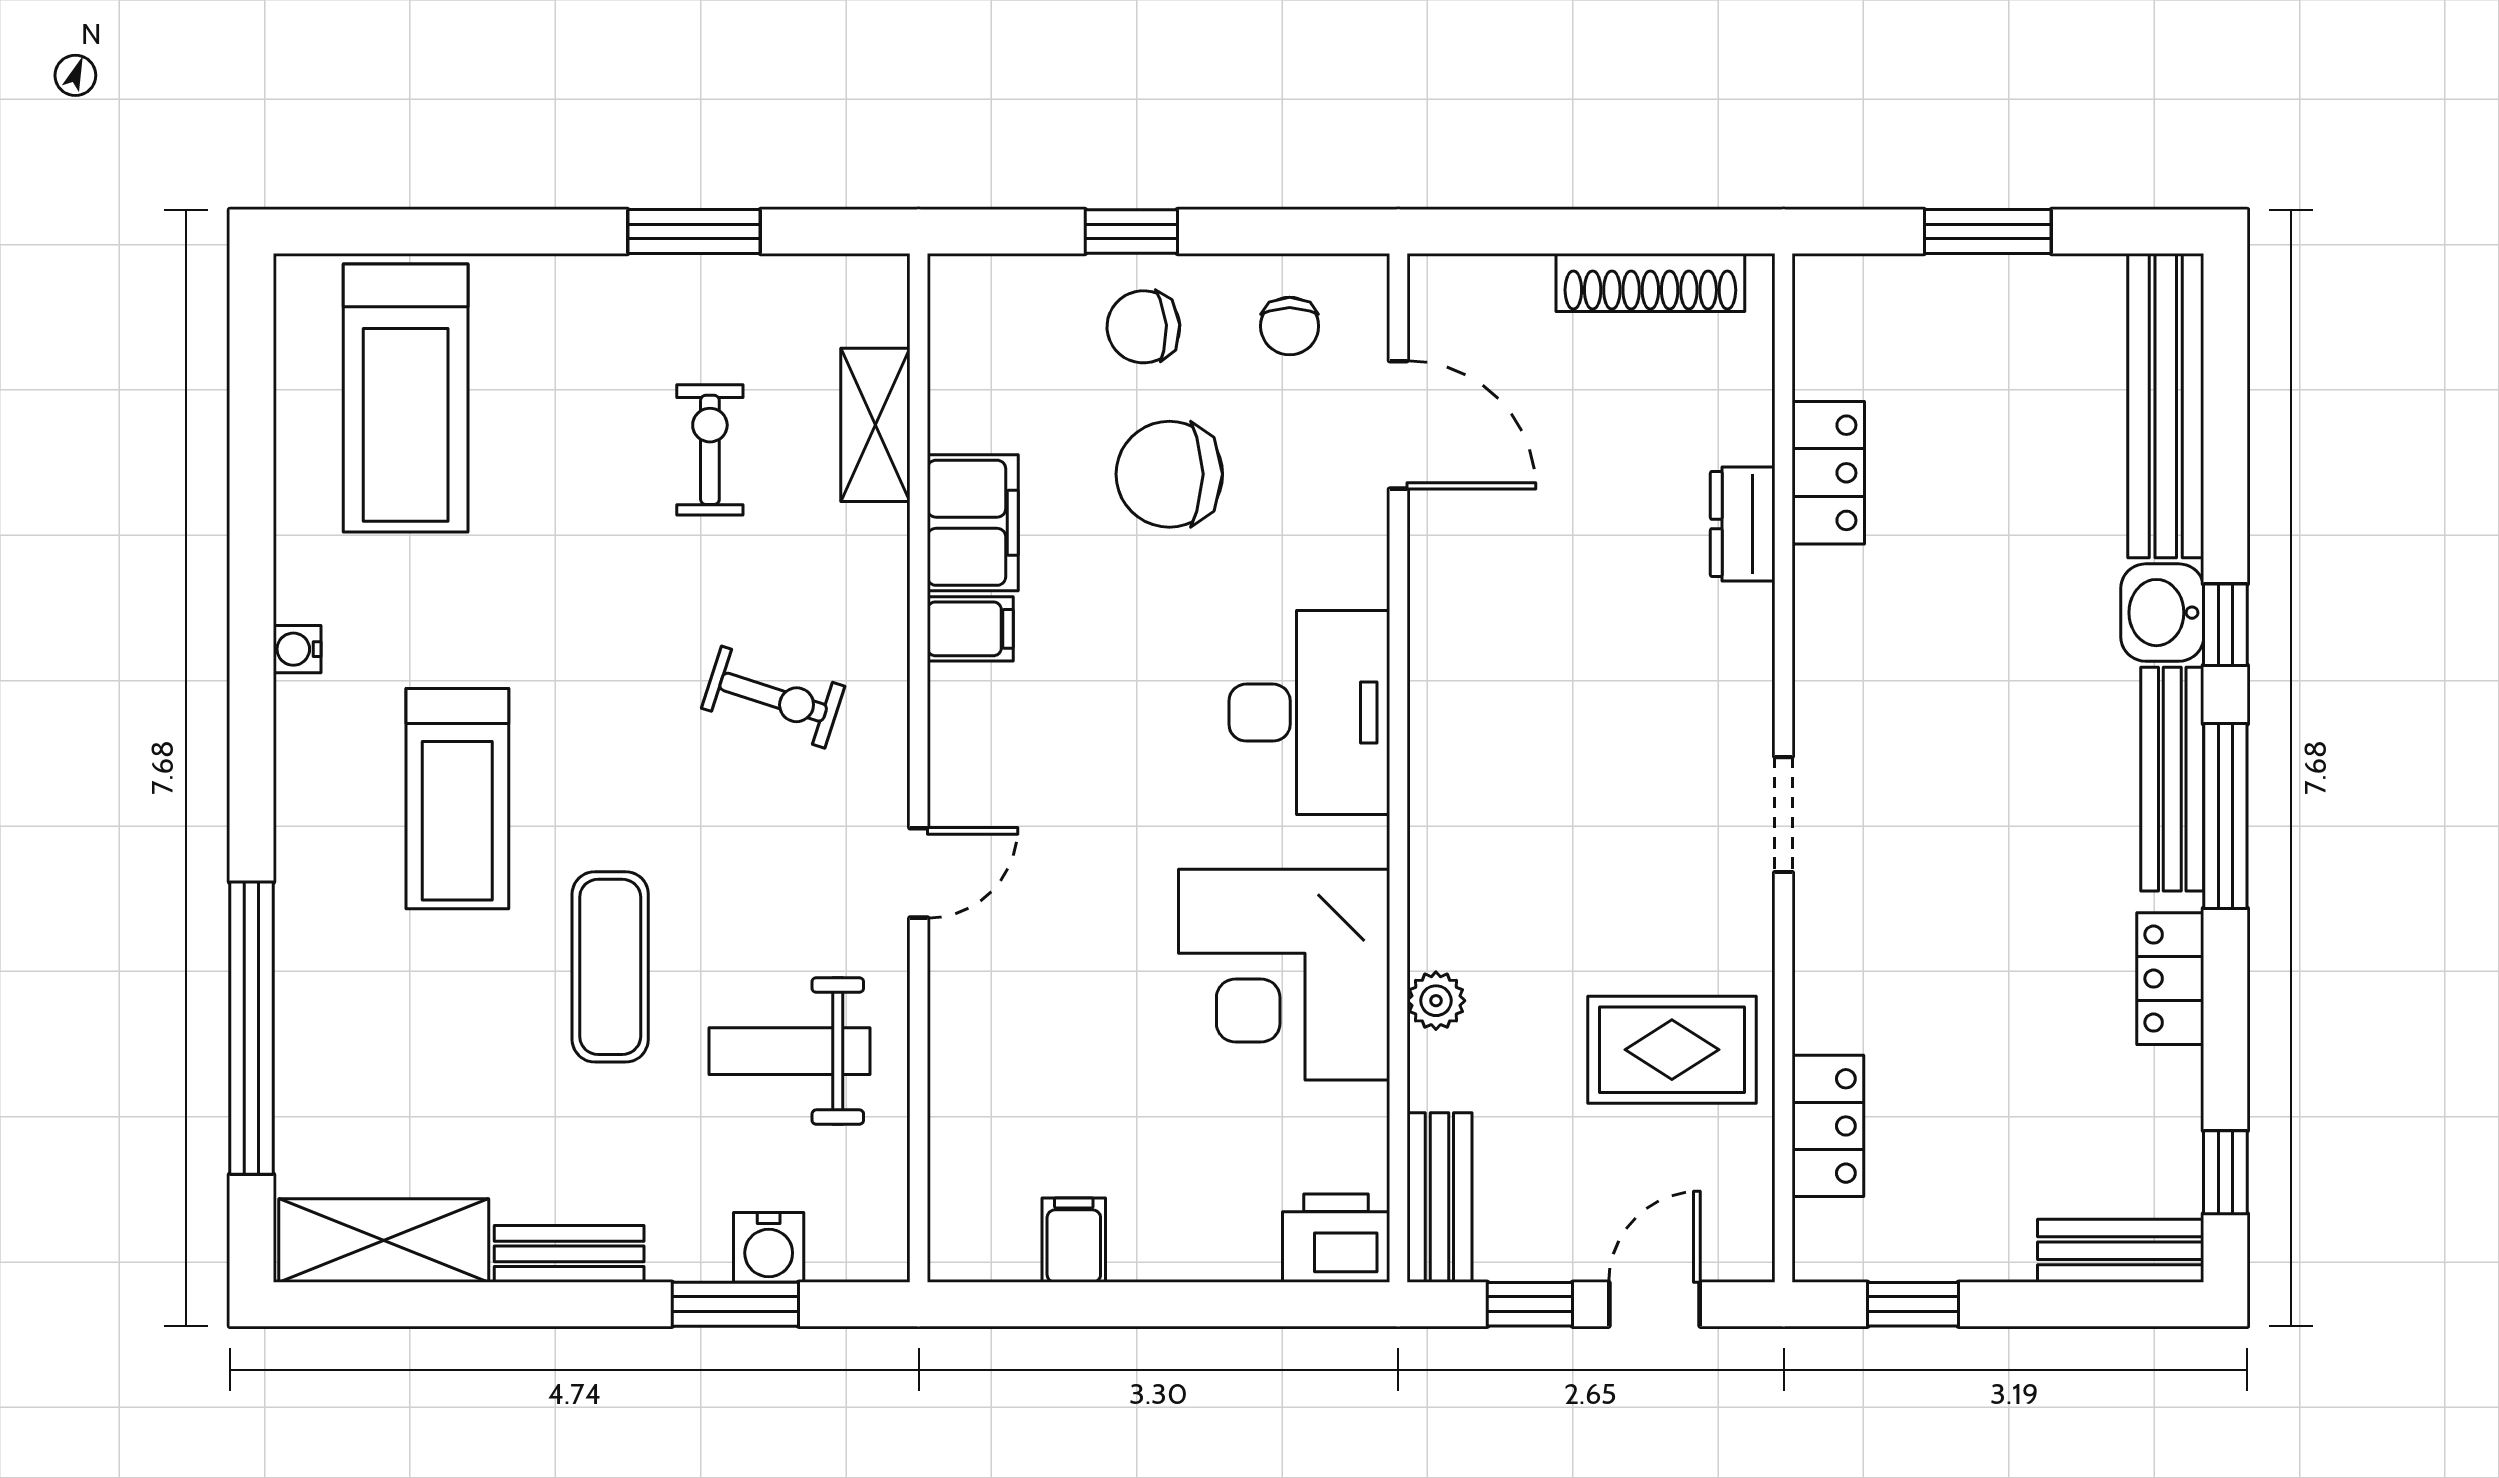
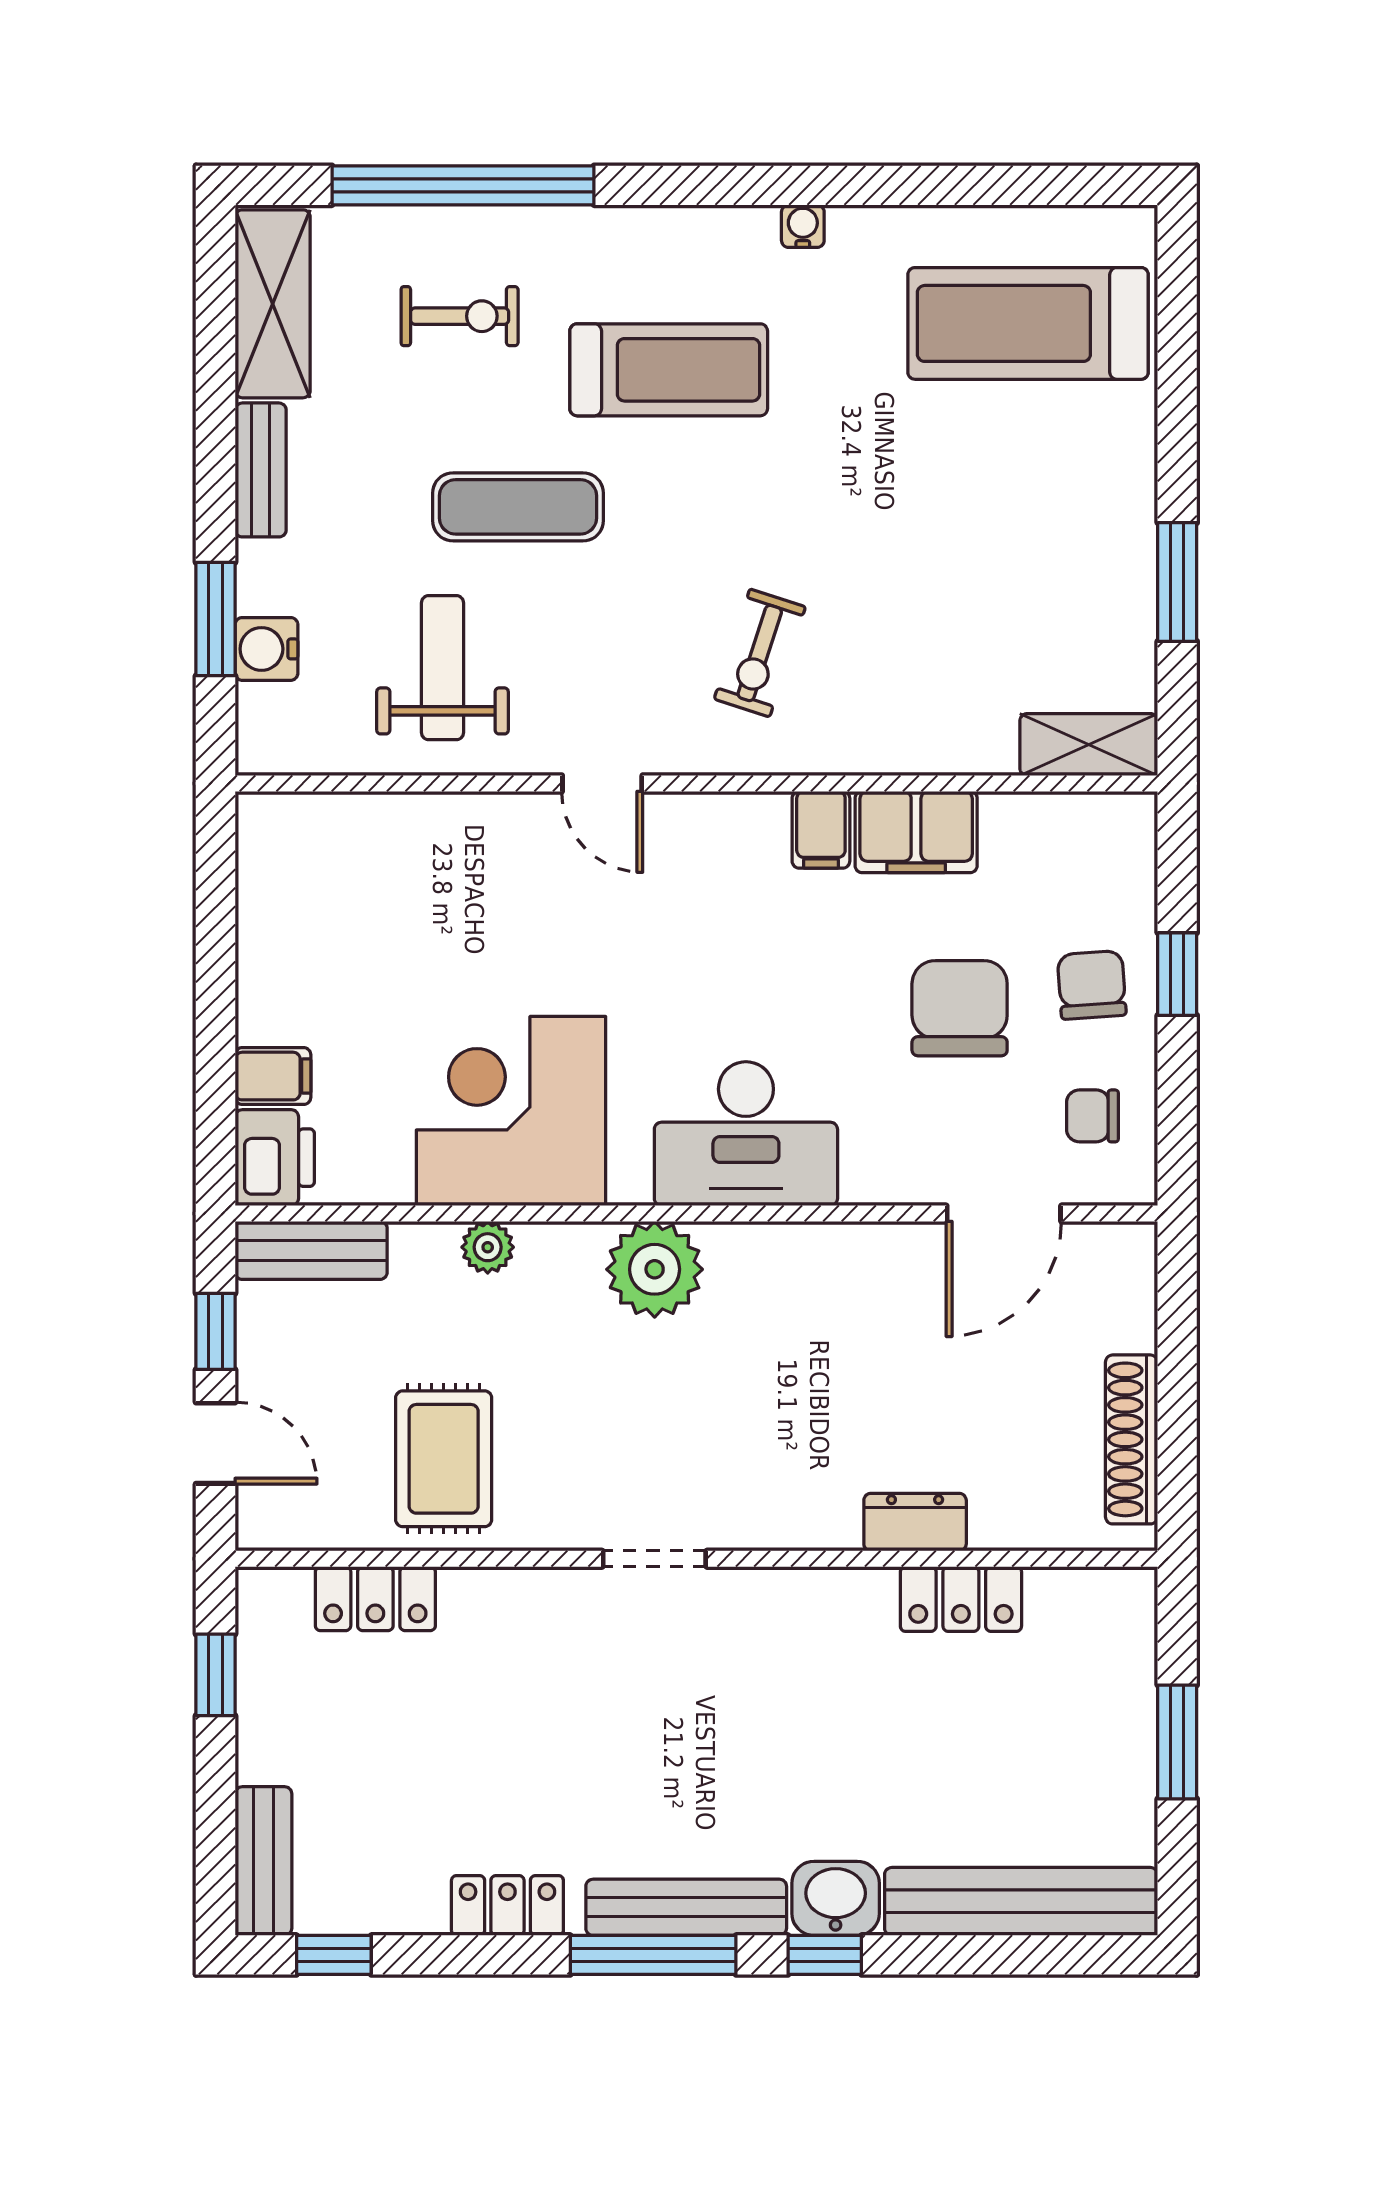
shelving: (875, 425) -> (1089, 745), moved
exercise bike: (710, 450) -> (460, 316), moved
treadmill: (457, 799) -> (669, 370), turned 180
plant: (1461, 814) -> (655, 1269), added
filing cabinet: (1074, 1240) -> (273, 1076), moved

